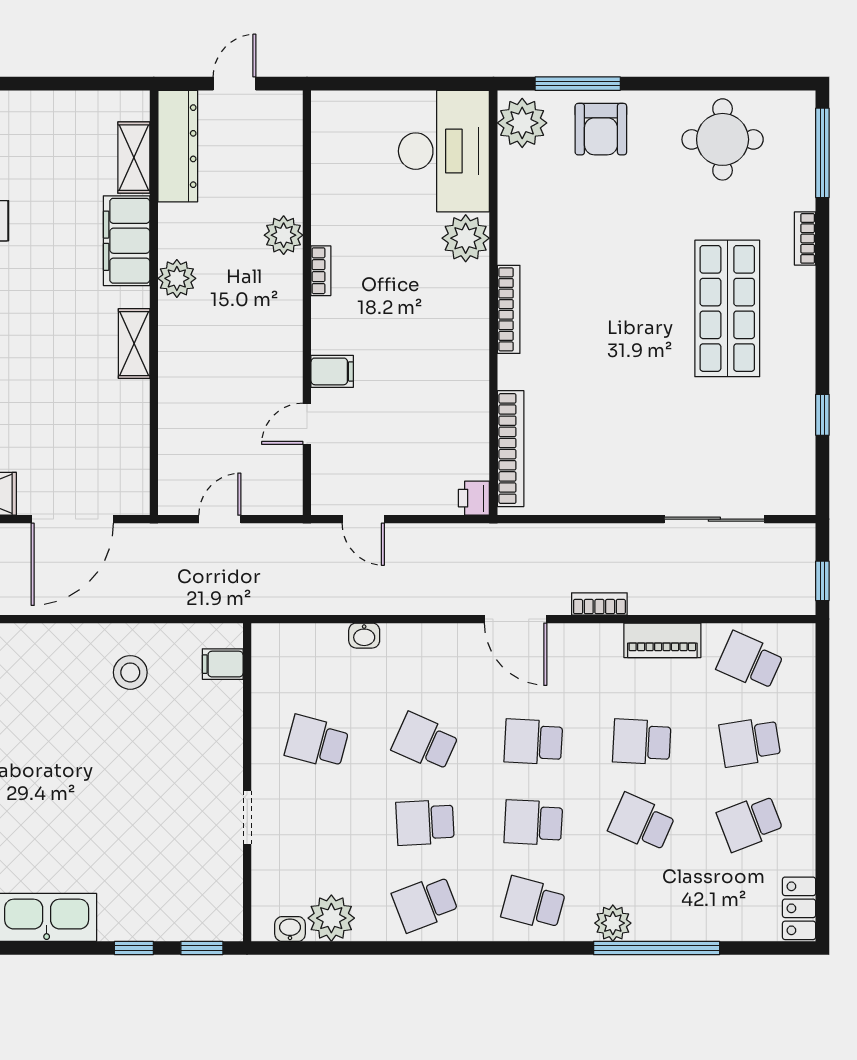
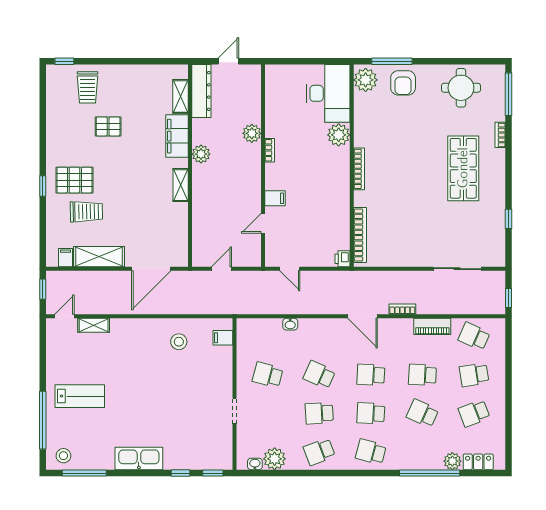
locker: (799, 908) -> (478, 462), moved, turned 90
plant: (613, 923) -> (452, 461), moved

